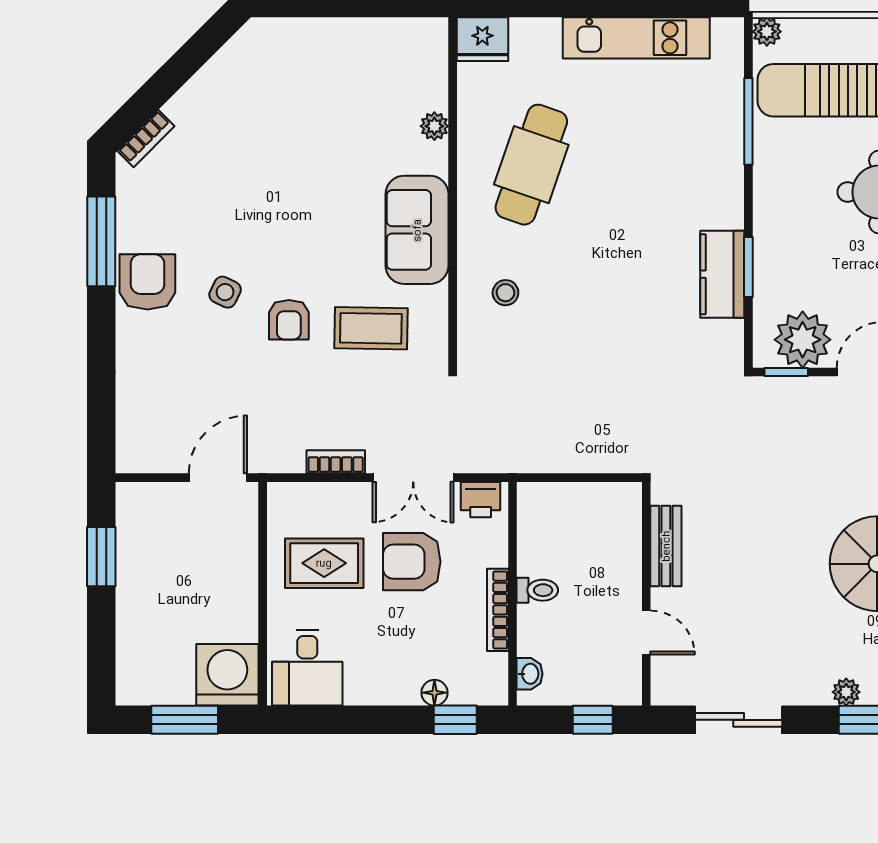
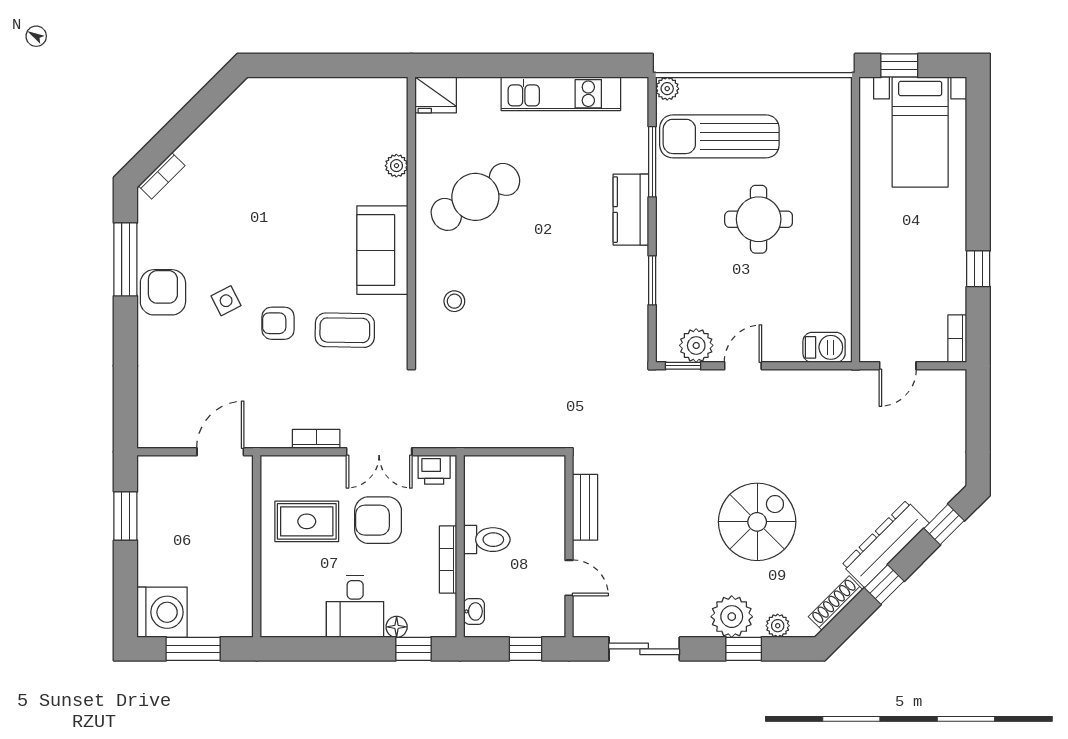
cafe table: (531, 165) -> (475, 197), turned 40
kitchen counter: (722, 274) -> (631, 210), moved
side table: (225, 292) -> (226, 301), turned 37
armchair: (289, 320) -> (278, 323), turned 90
plant: (803, 340) -> (696, 345), width x0.73, depth x0.73
toilet: (537, 590) -> (487, 540), width x1.37, depth x1.39
desk: (307, 668) -> (355, 607), moved
washing machine: (227, 675) -> (162, 612), moved, turned 90
plant: (846, 692) -> (732, 617), width x1.87, depth x1.87

